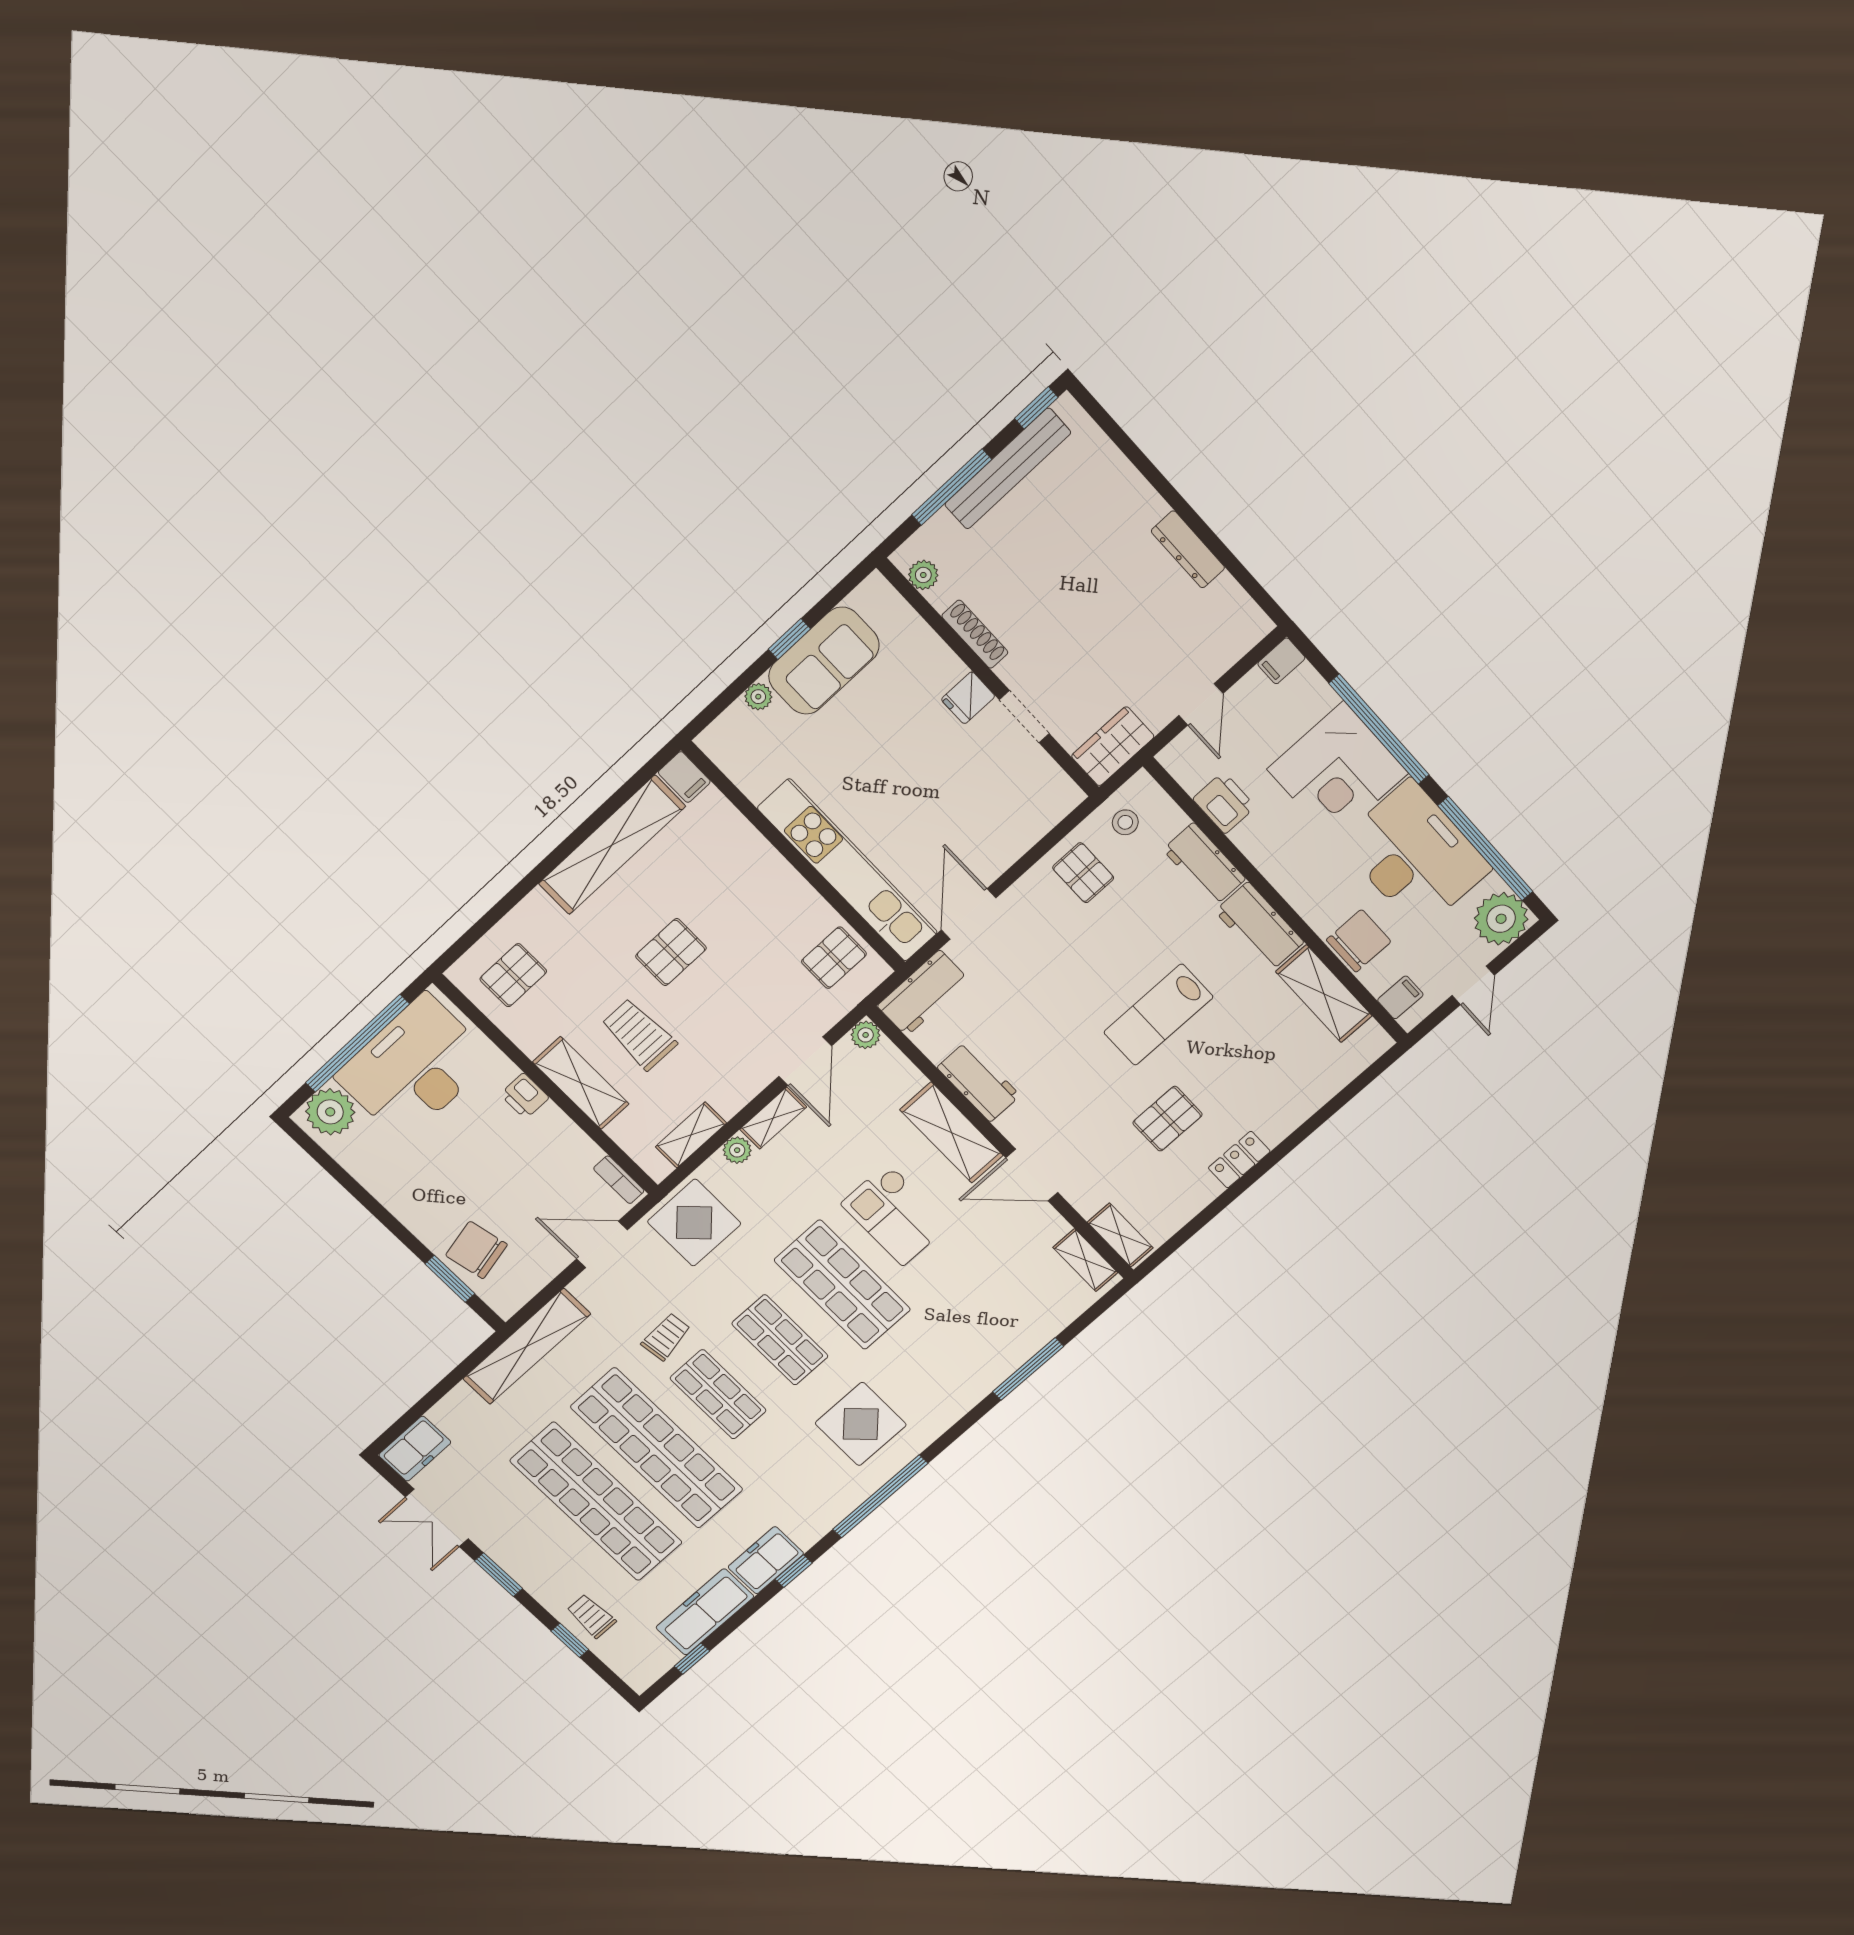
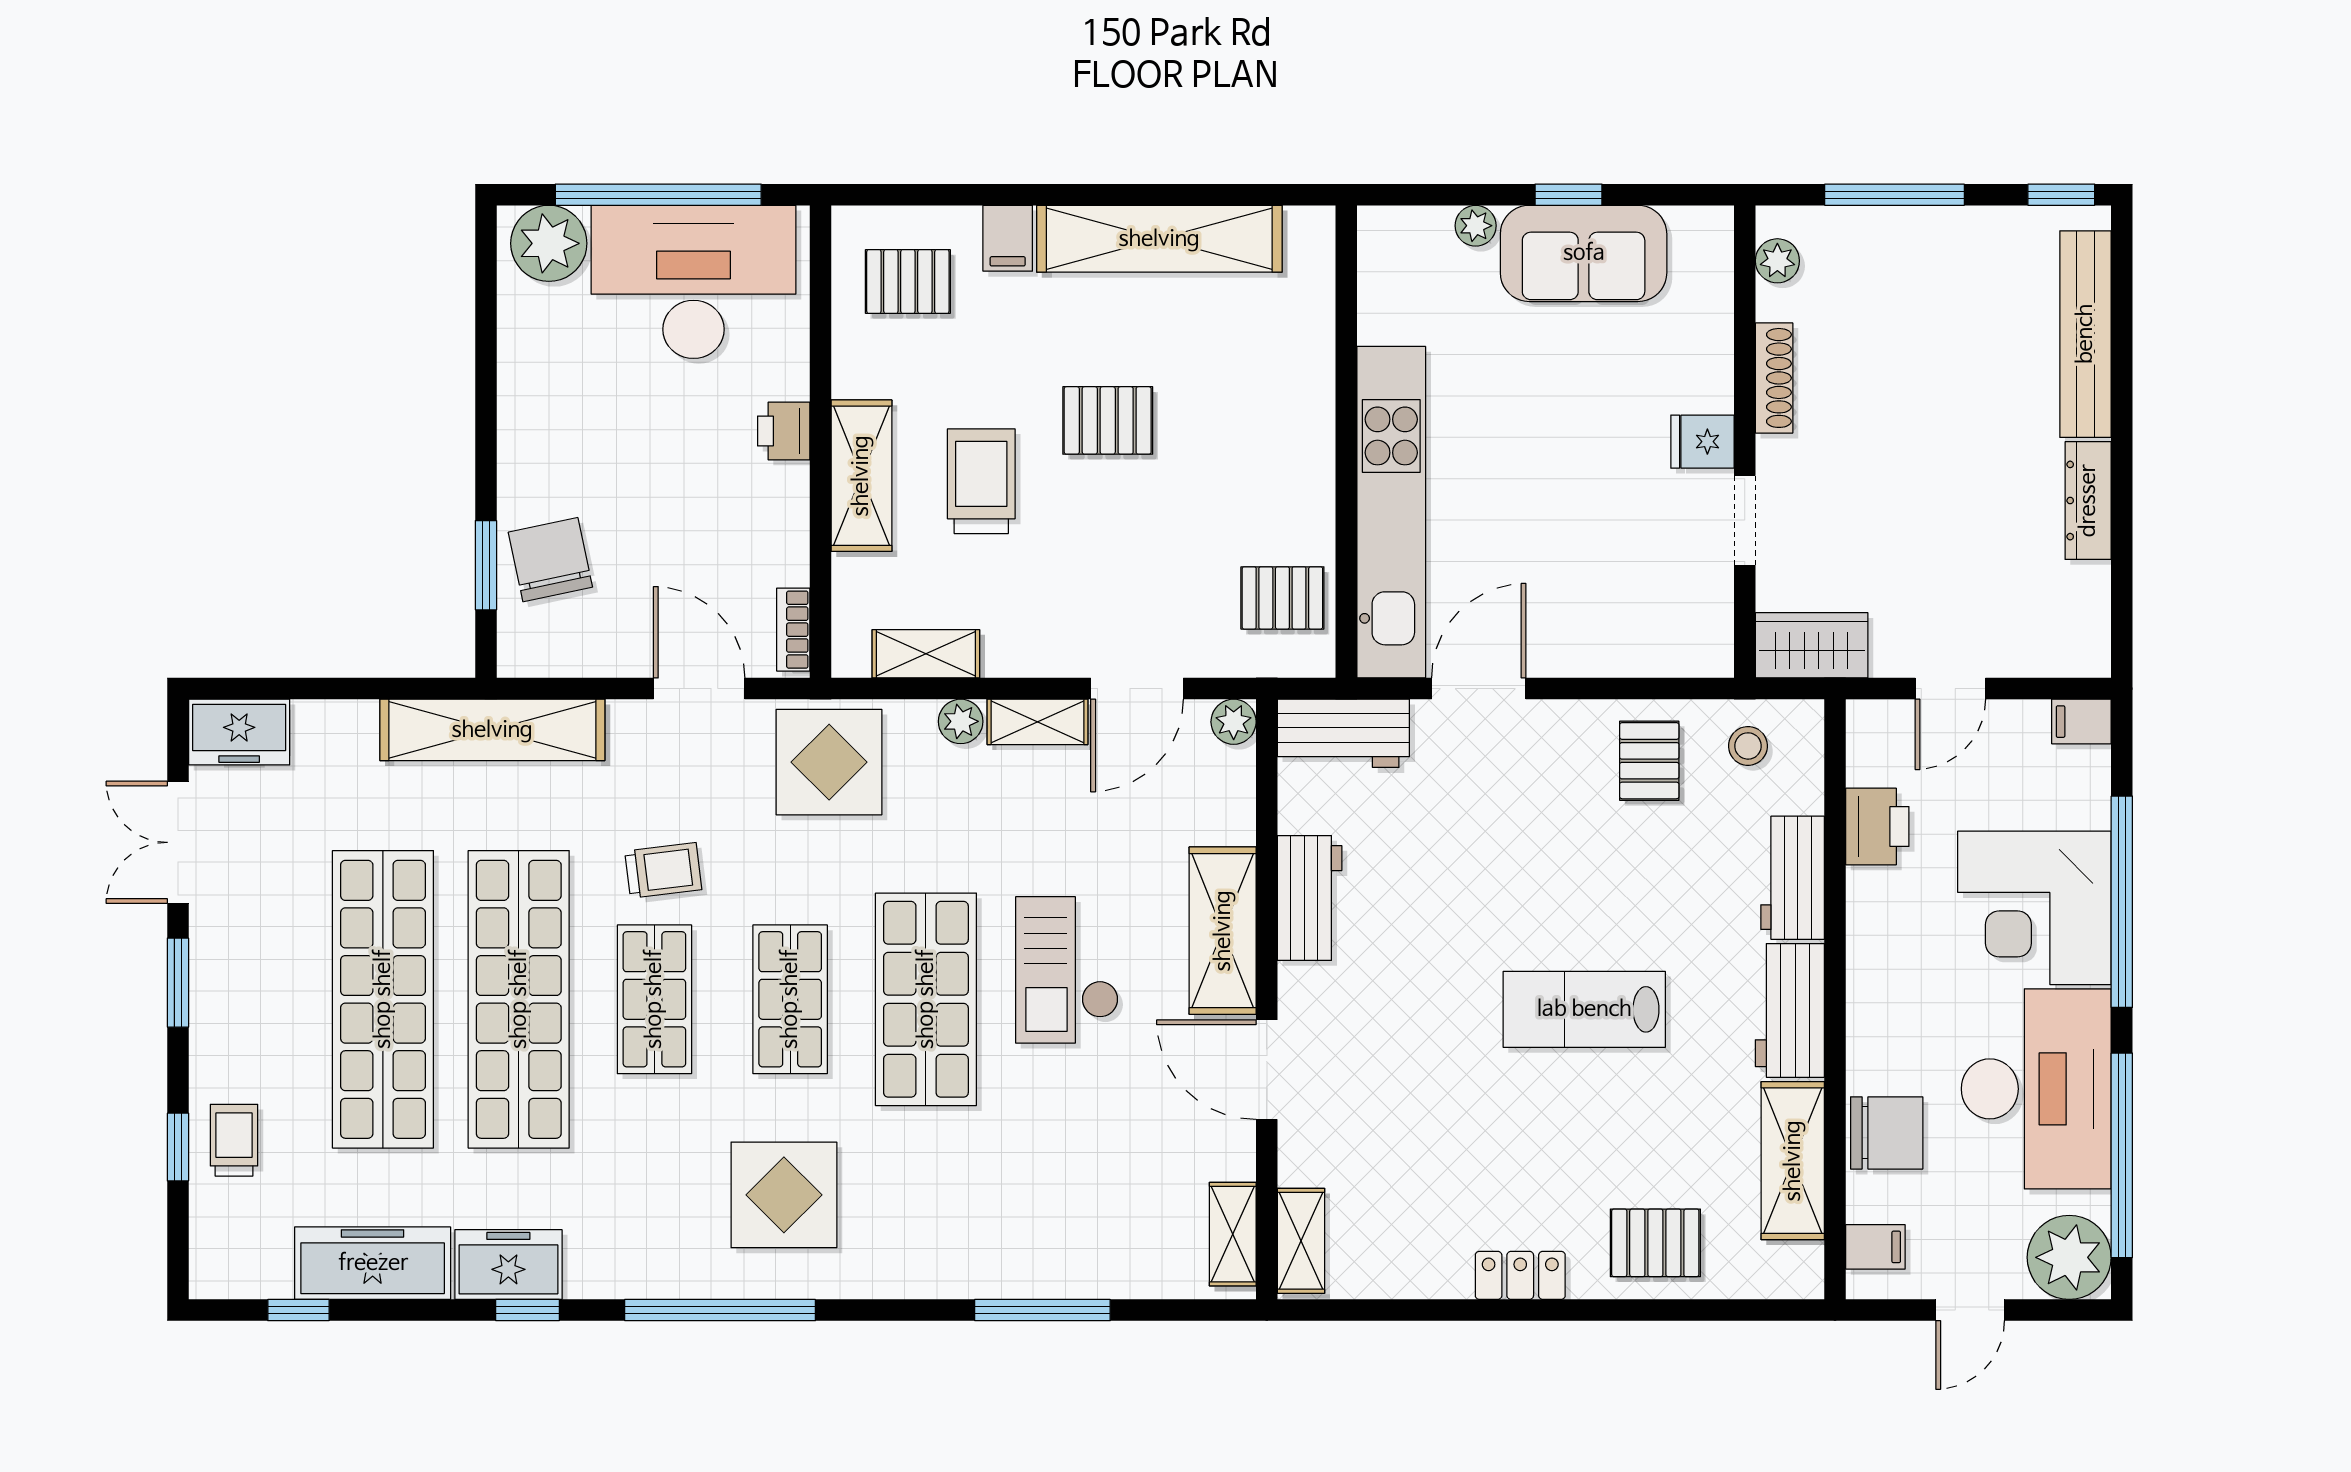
bench: (1008, 469) -> (2085, 334), moved, turned 90
filing cabinet: (684, 777) -> (1008, 238), moved
pallet: (1168, 1119) -> (1655, 1243), moved

